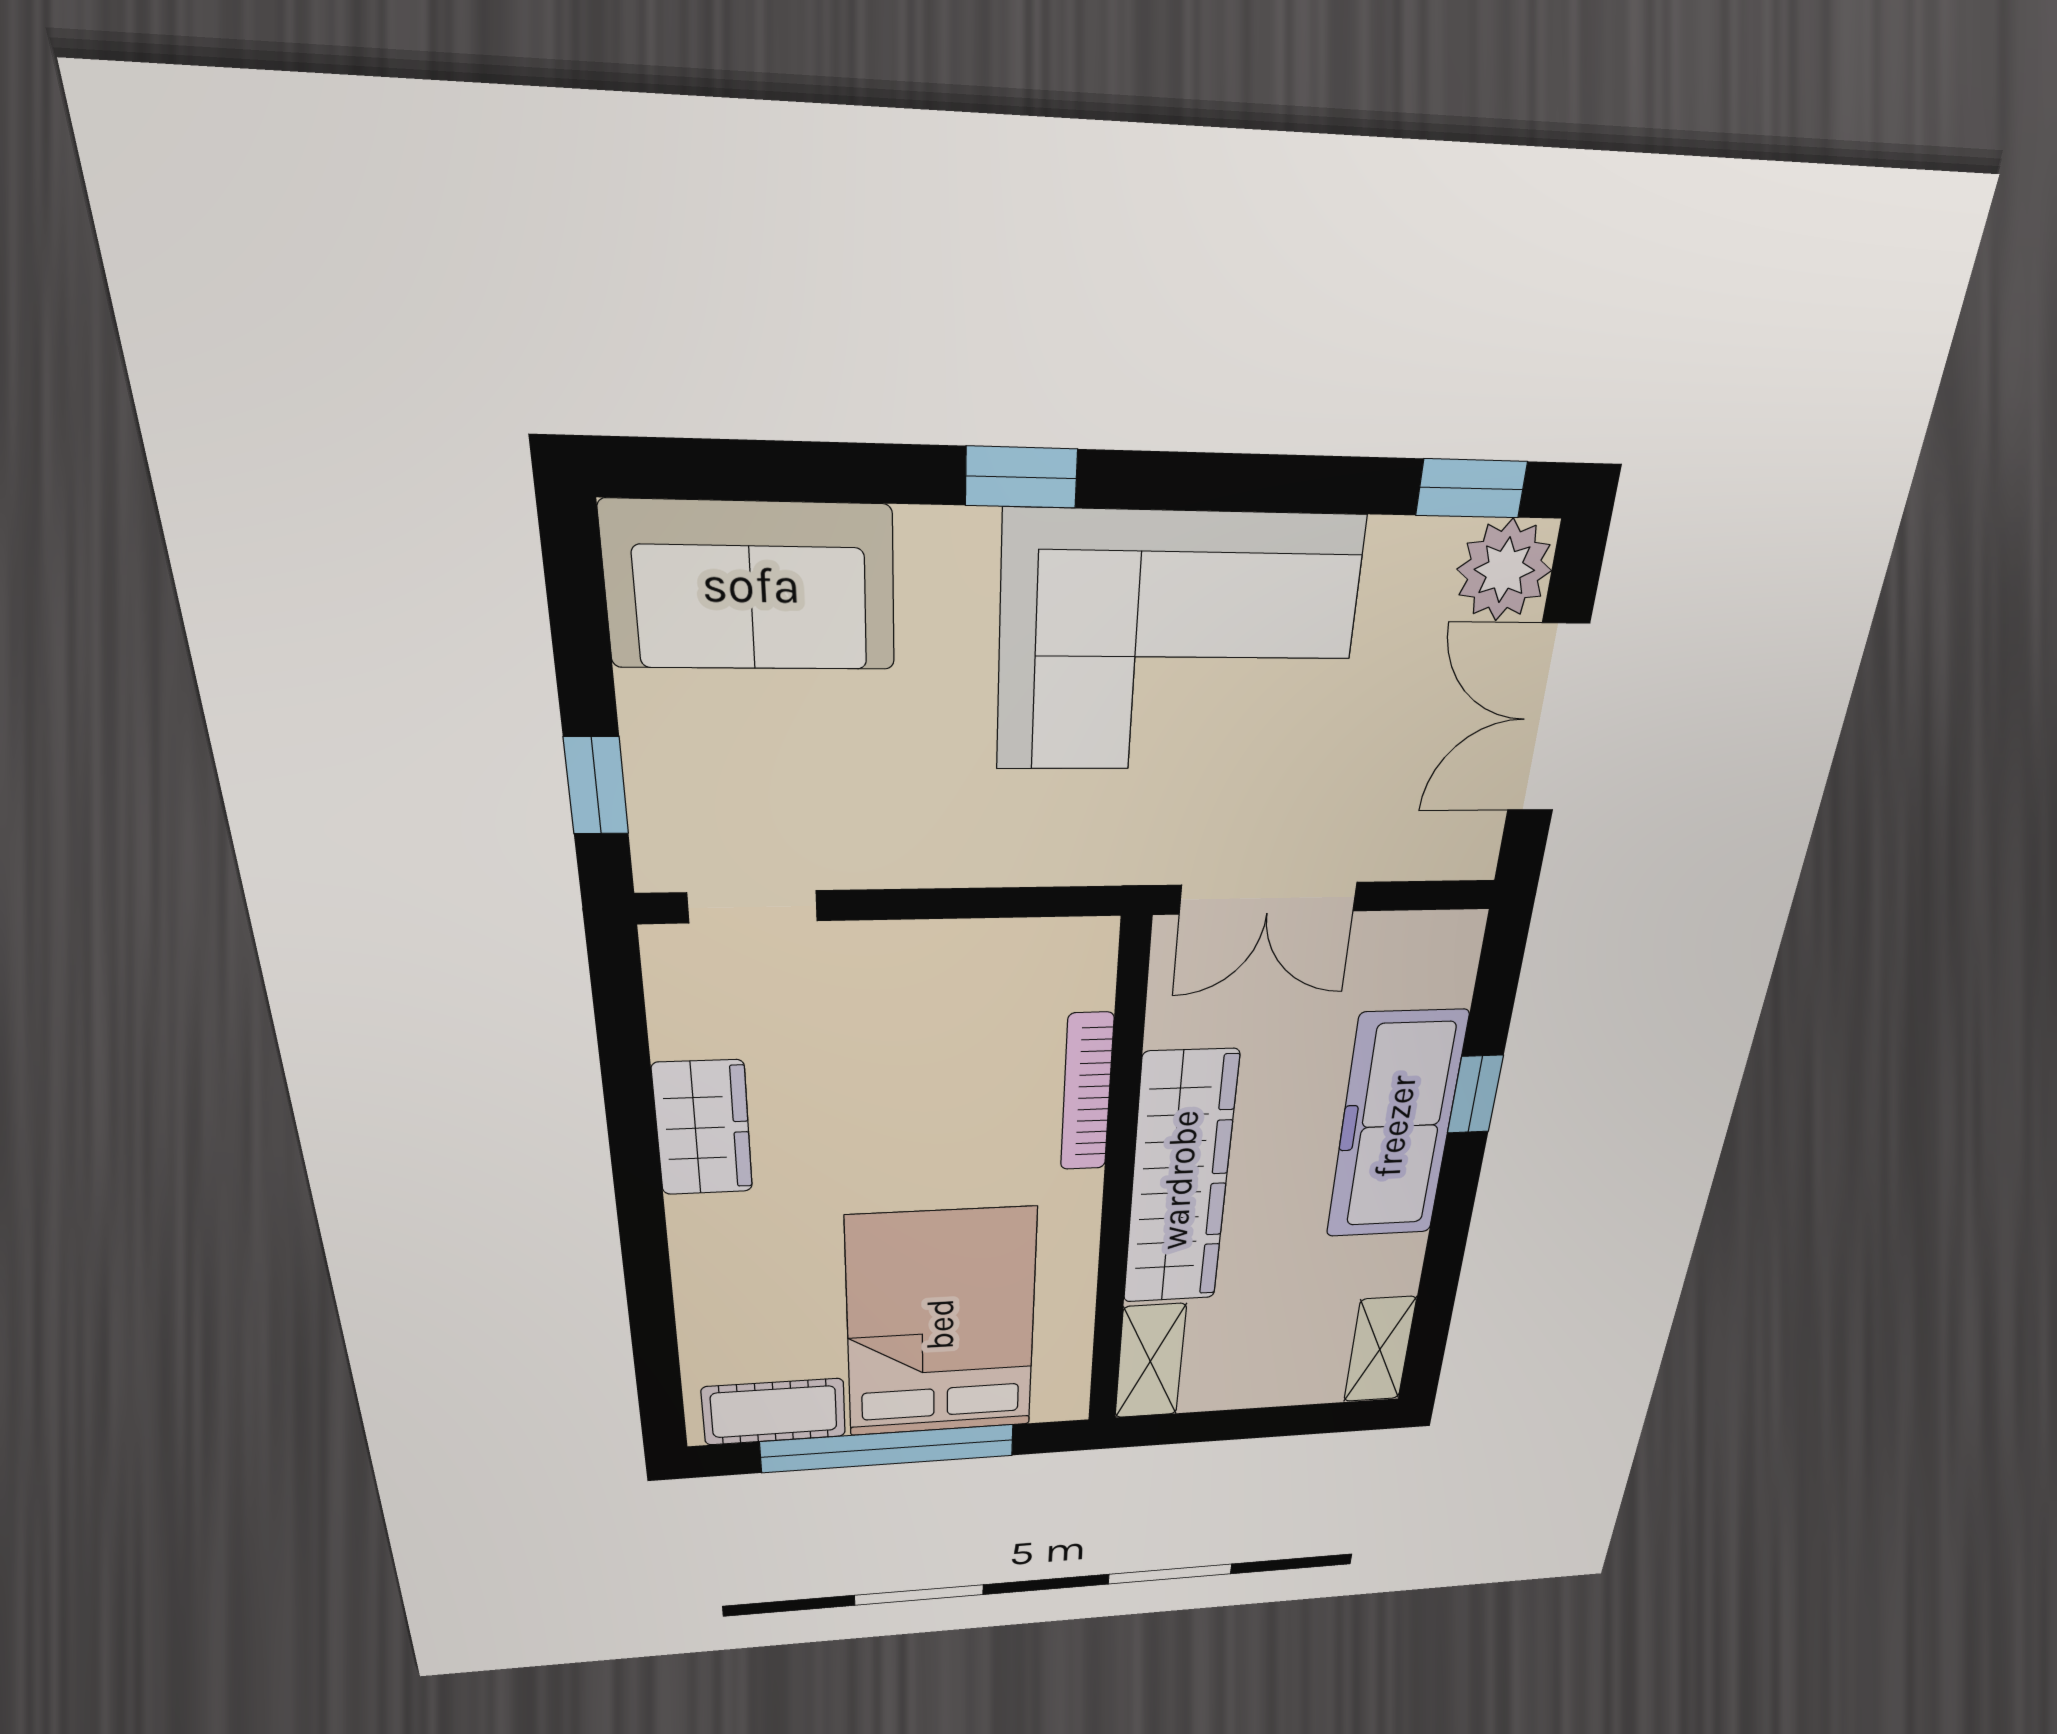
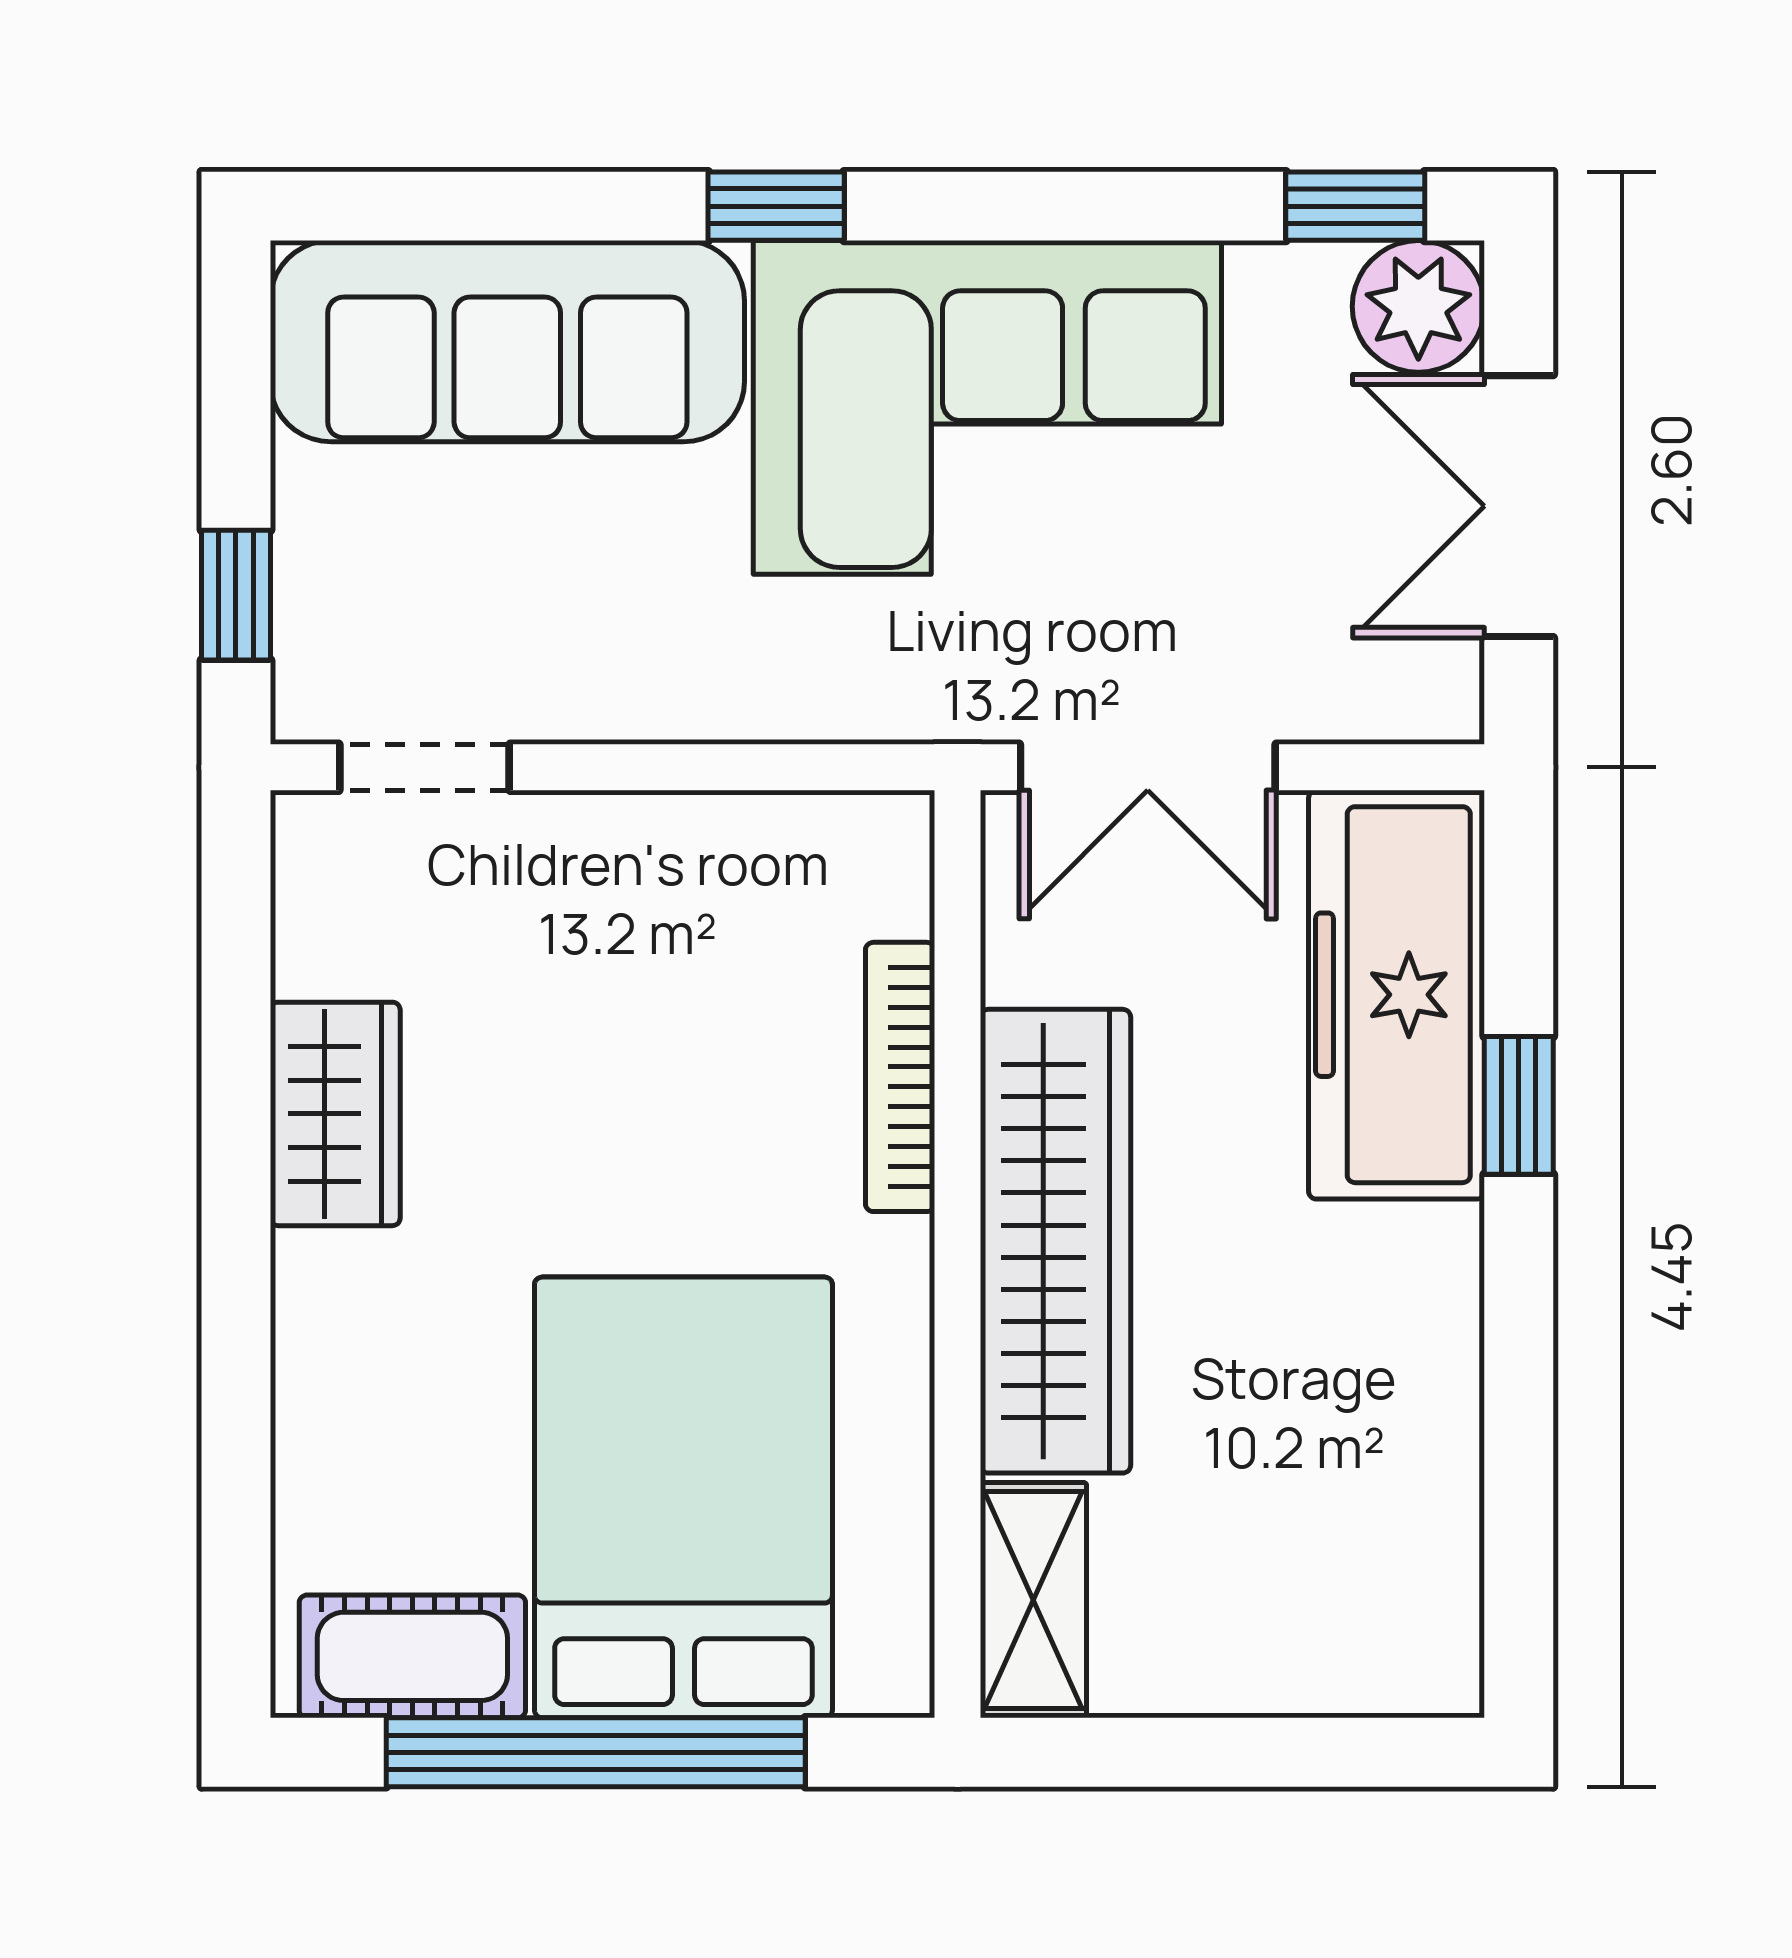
sofa: (751, 586) -> (507, 341), width x1.36
freezer: (1396, 1126) -> (1397, 995), moved
shelving: (1380, 1349) -> (1435, 1606), removed

